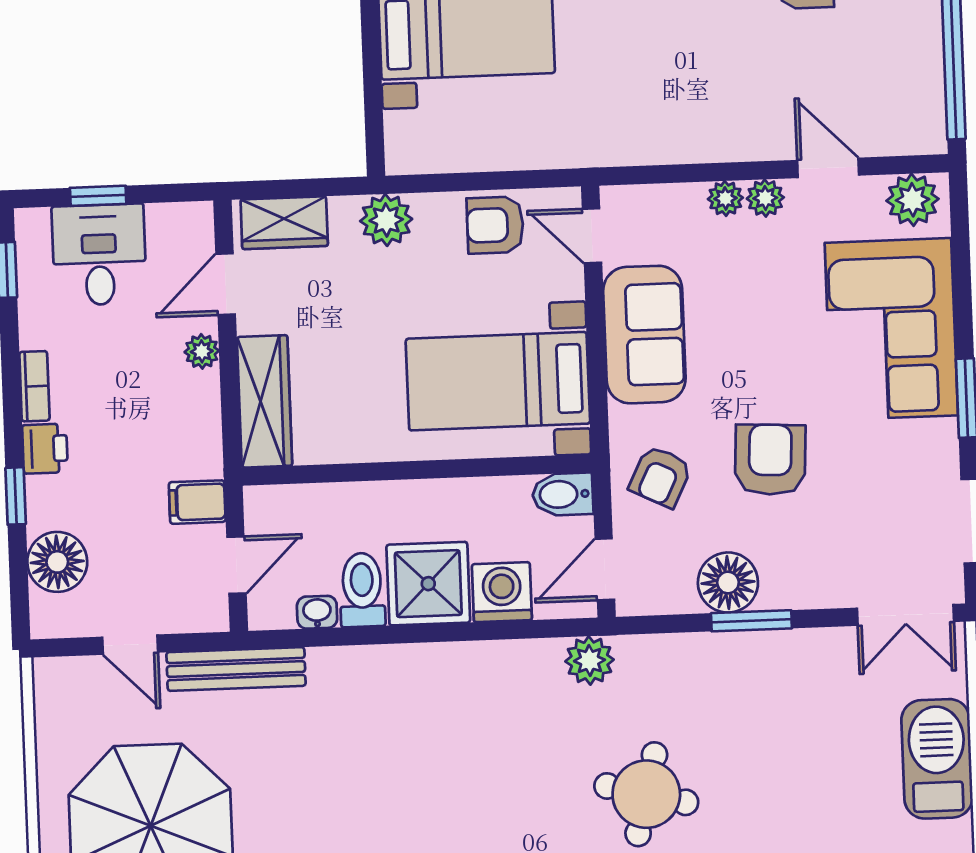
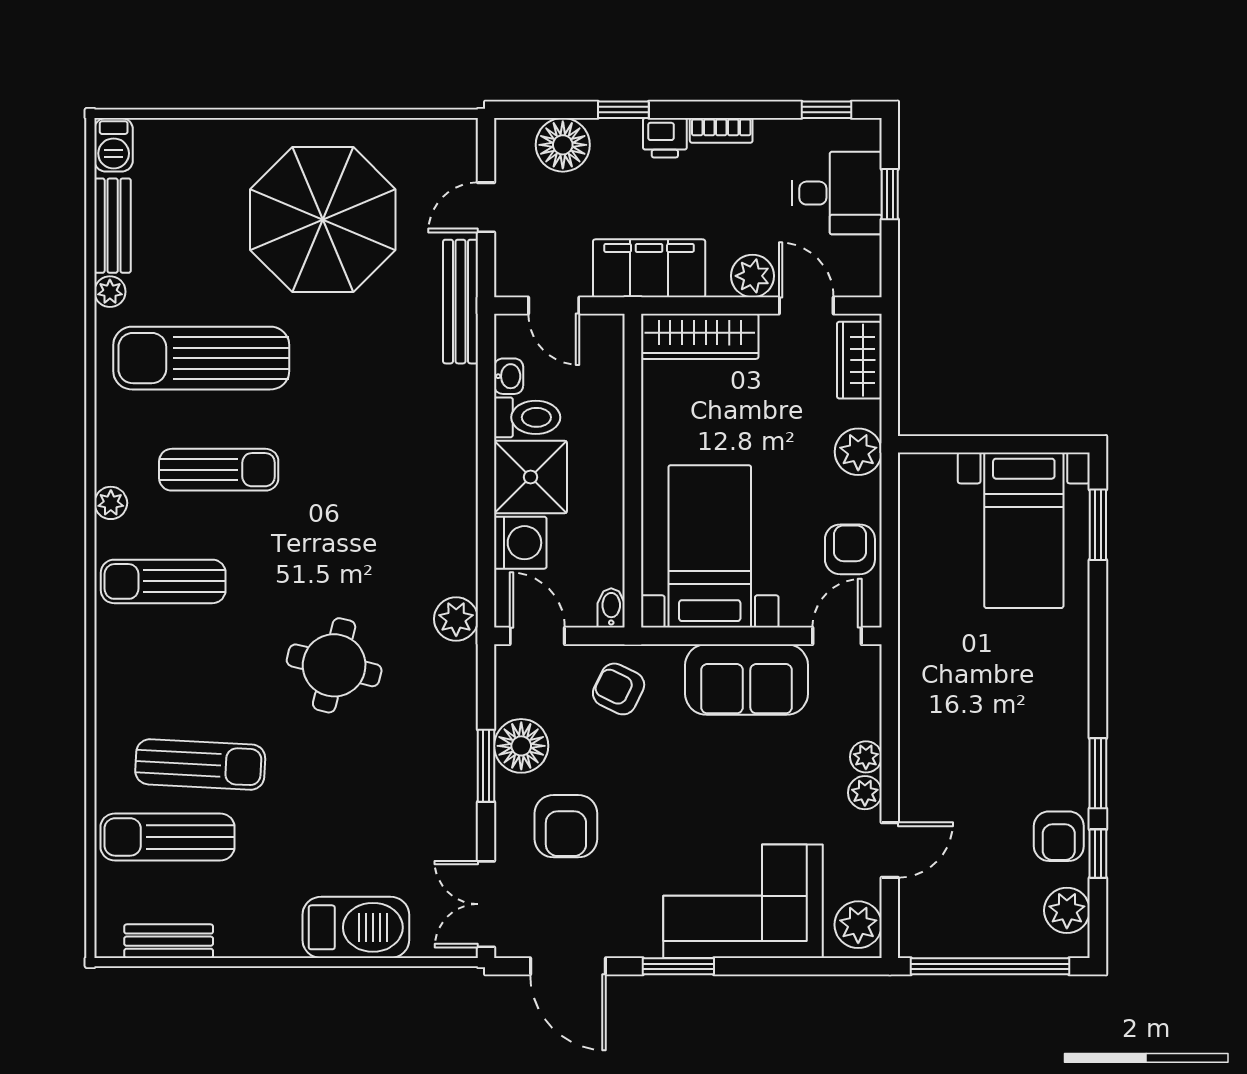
plant: (202, 351) -> (753, 276), width x1.38, depth x1.38
armchair: (770, 460) -> (566, 826), moved, turned 87
bidet: (563, 494) -> (611, 608), width x0.72, depth x0.74
filing cabinet: (197, 502) -> (649, 268), width x3.00, depth x1.17

